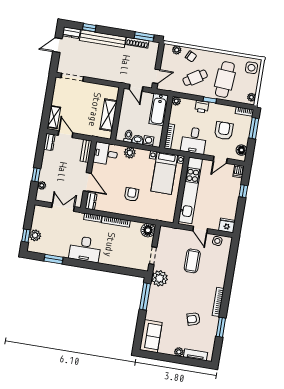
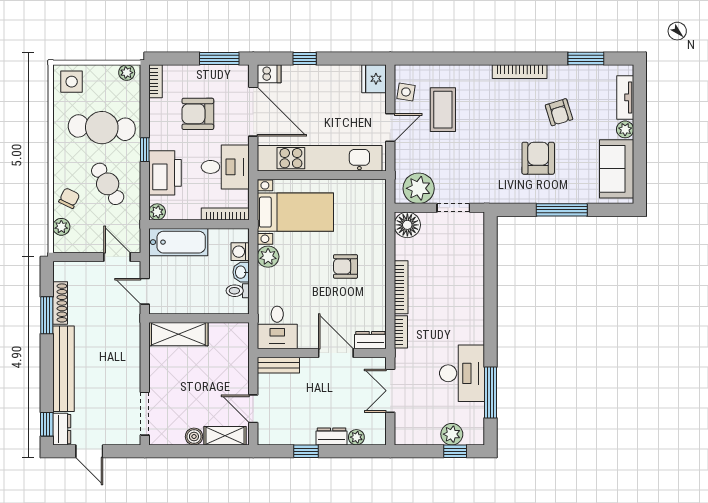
window: (89, 28) -> (47, 424), moved
window: (144, 37) -> (47, 315), moved
door: (136, 88) -> (145, 291), swing flipped
boiler: (56, 101) -> (194, 437), added
printer: (202, 107) -> (165, 173), width x1.87, depth x1.48
shelving: (109, 115) -> (178, 334), moved
window: (254, 128) -> (219, 59), moved
door: (65, 134) -> (253, 409), hinge flipped
dresser: (49, 142) -> (332, 436), moved
floor lamp: (242, 150) -> (229, 75), removed
plant: (130, 153) -> (268, 257), moved
door: (220, 160) -> (253, 112), width x1.87
window: (36, 175) -> (306, 451), moved
door: (87, 182) -> (336, 353), hinge flipped
desk: (85, 249) -> (462, 373), moved
window: (53, 259) -> (490, 392), width x1.44
coffee table: (192, 261) -> (443, 110), moved, turned 90
plant: (160, 278) -> (419, 188), moved
window: (145, 296) -> (562, 210), moved
armchair: (171, 304) -> (538, 158), added
window: (221, 327) -> (586, 59), moved
sofa: (151, 336) -> (617, 169), moved, turned -90

